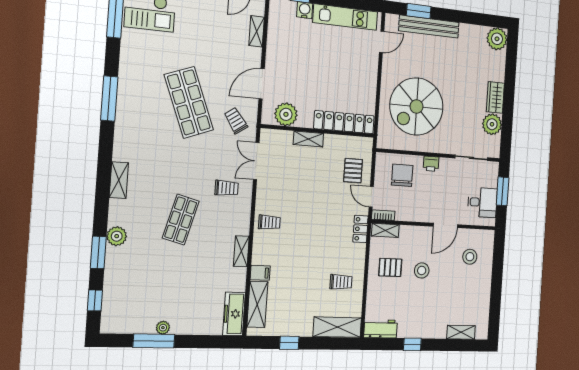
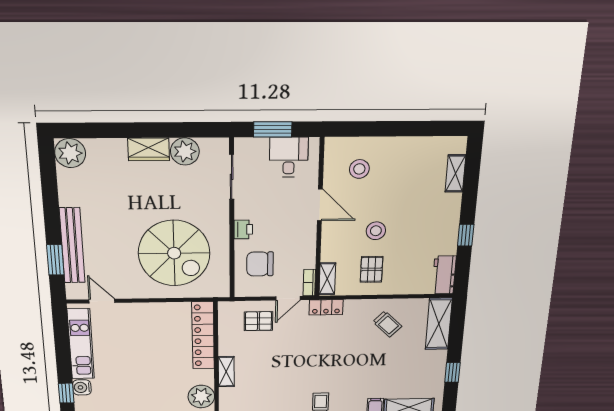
trolley: (341, 282) -> (387, 324), turned 134

